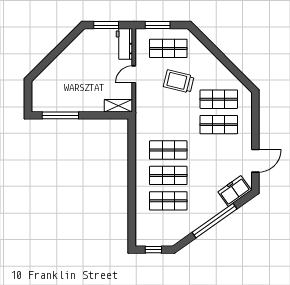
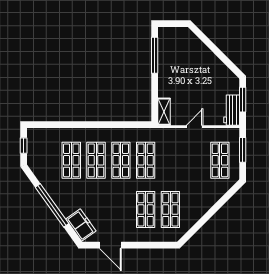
workbench: (124, 44) -> (232, 110), moved, turned -90
door: (134, 74) -> (195, 127), hinge flipped
trolley: (179, 81) -> (188, 170), removed
shop shelf: (168, 125) -> (146, 160), added

